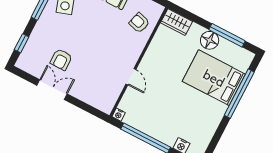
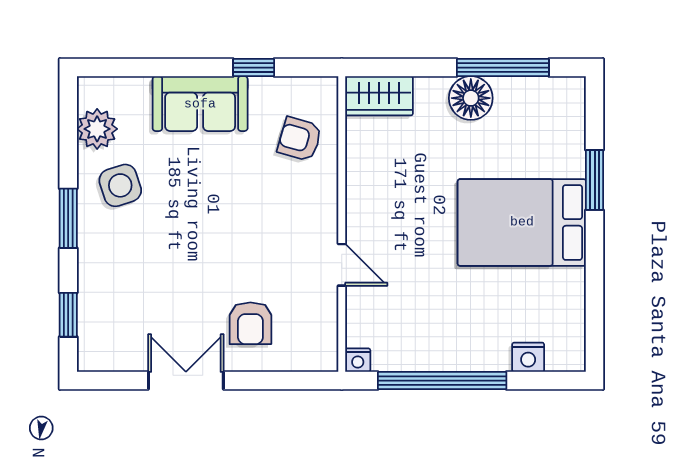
armchair: (61, 60) -> (250, 323), moved
bed: (214, 78) -> (522, 222), moved
window: (239, 94) -> (595, 180), width x0.47

